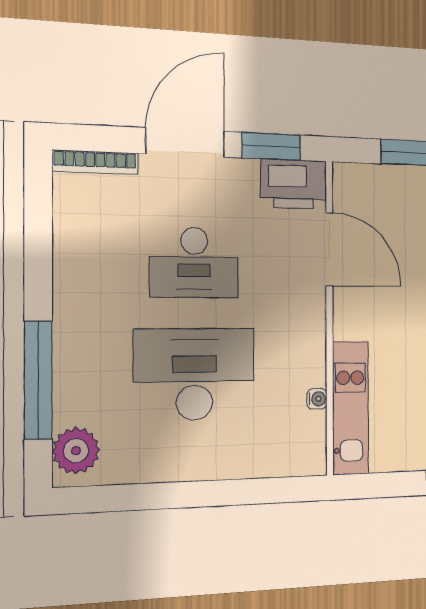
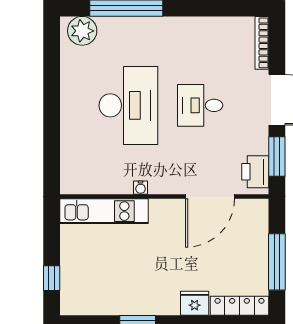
printer: (293, 184) -> (255, 172), width x0.73, depth x0.84
desk: (194, 262) -> (200, 105), width x0.73
water cooler: (317, 399) -> (141, 188), moved

